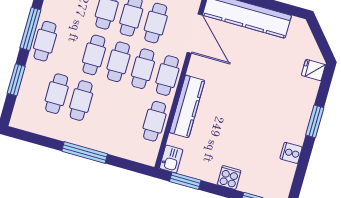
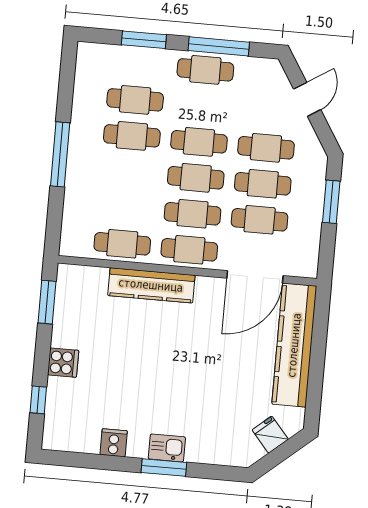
fridge: (313, 70) -> (270, 435), moved, turned -40
kitchen sink: (171, 159) -> (167, 448), moved, turned 180

